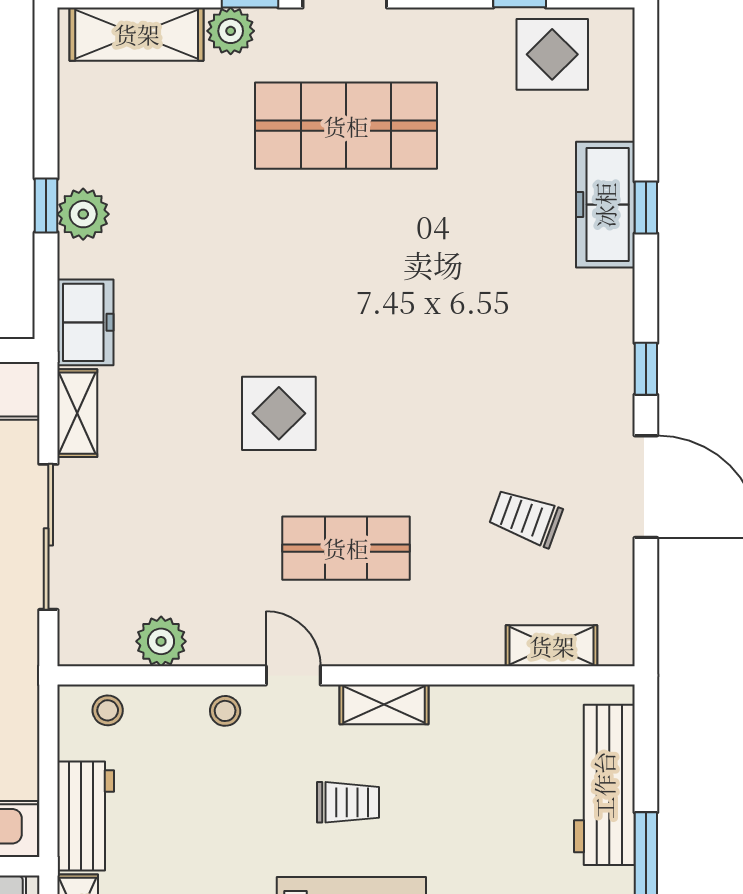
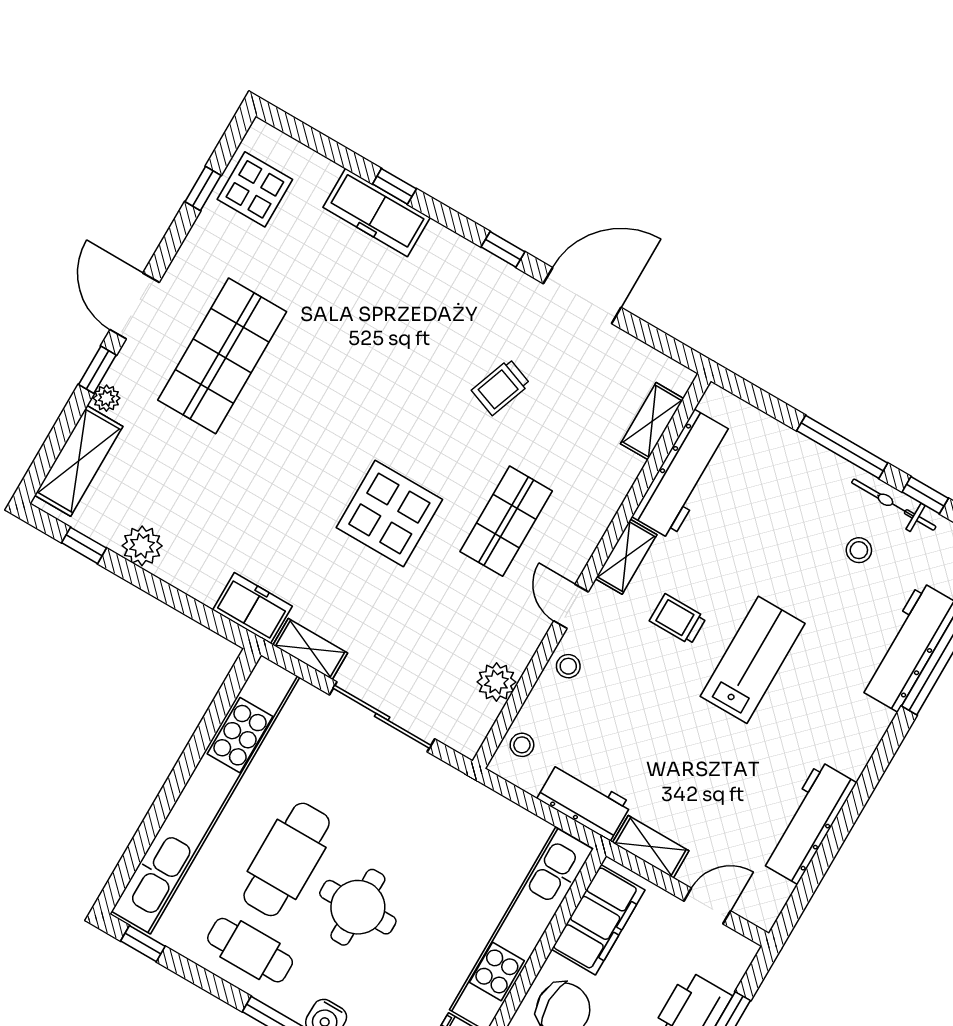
plant: (231, 31) -> (107, 398), width x0.73, depth x0.73
window: (46, 206) -> (84, 545), moved
plant: (83, 214) -> (142, 546), moved
display table: (279, 413) -> (389, 514), width x1.36, depth x1.36
trolley: (526, 518) -> (501, 387), moved
door: (293, 675) -> (571, 606), hinge flipped
workbench: (604, 785) -> (683, 475), moved, turned -90
trolley: (348, 802) -> (678, 619), turned -90

